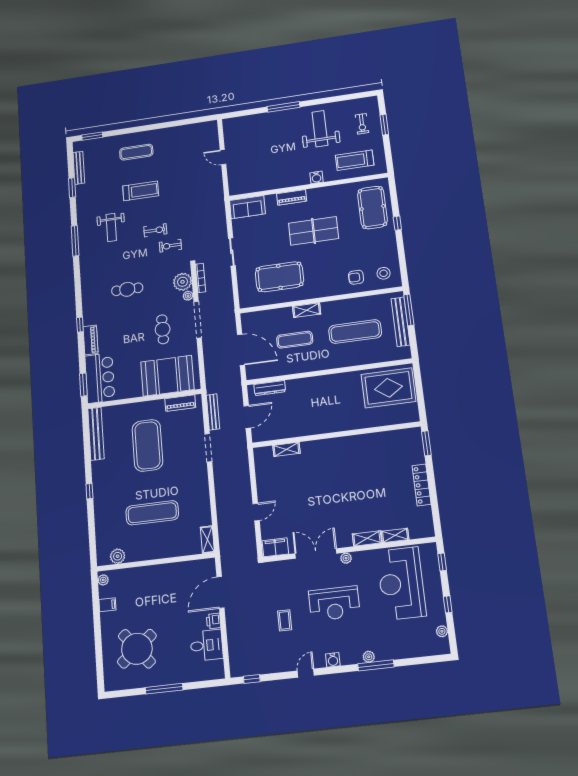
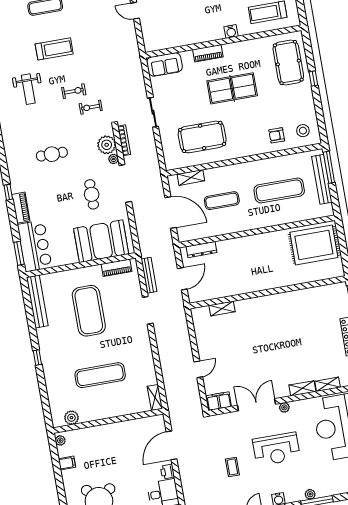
shelving: (307, 310) -> (191, 177), moved

